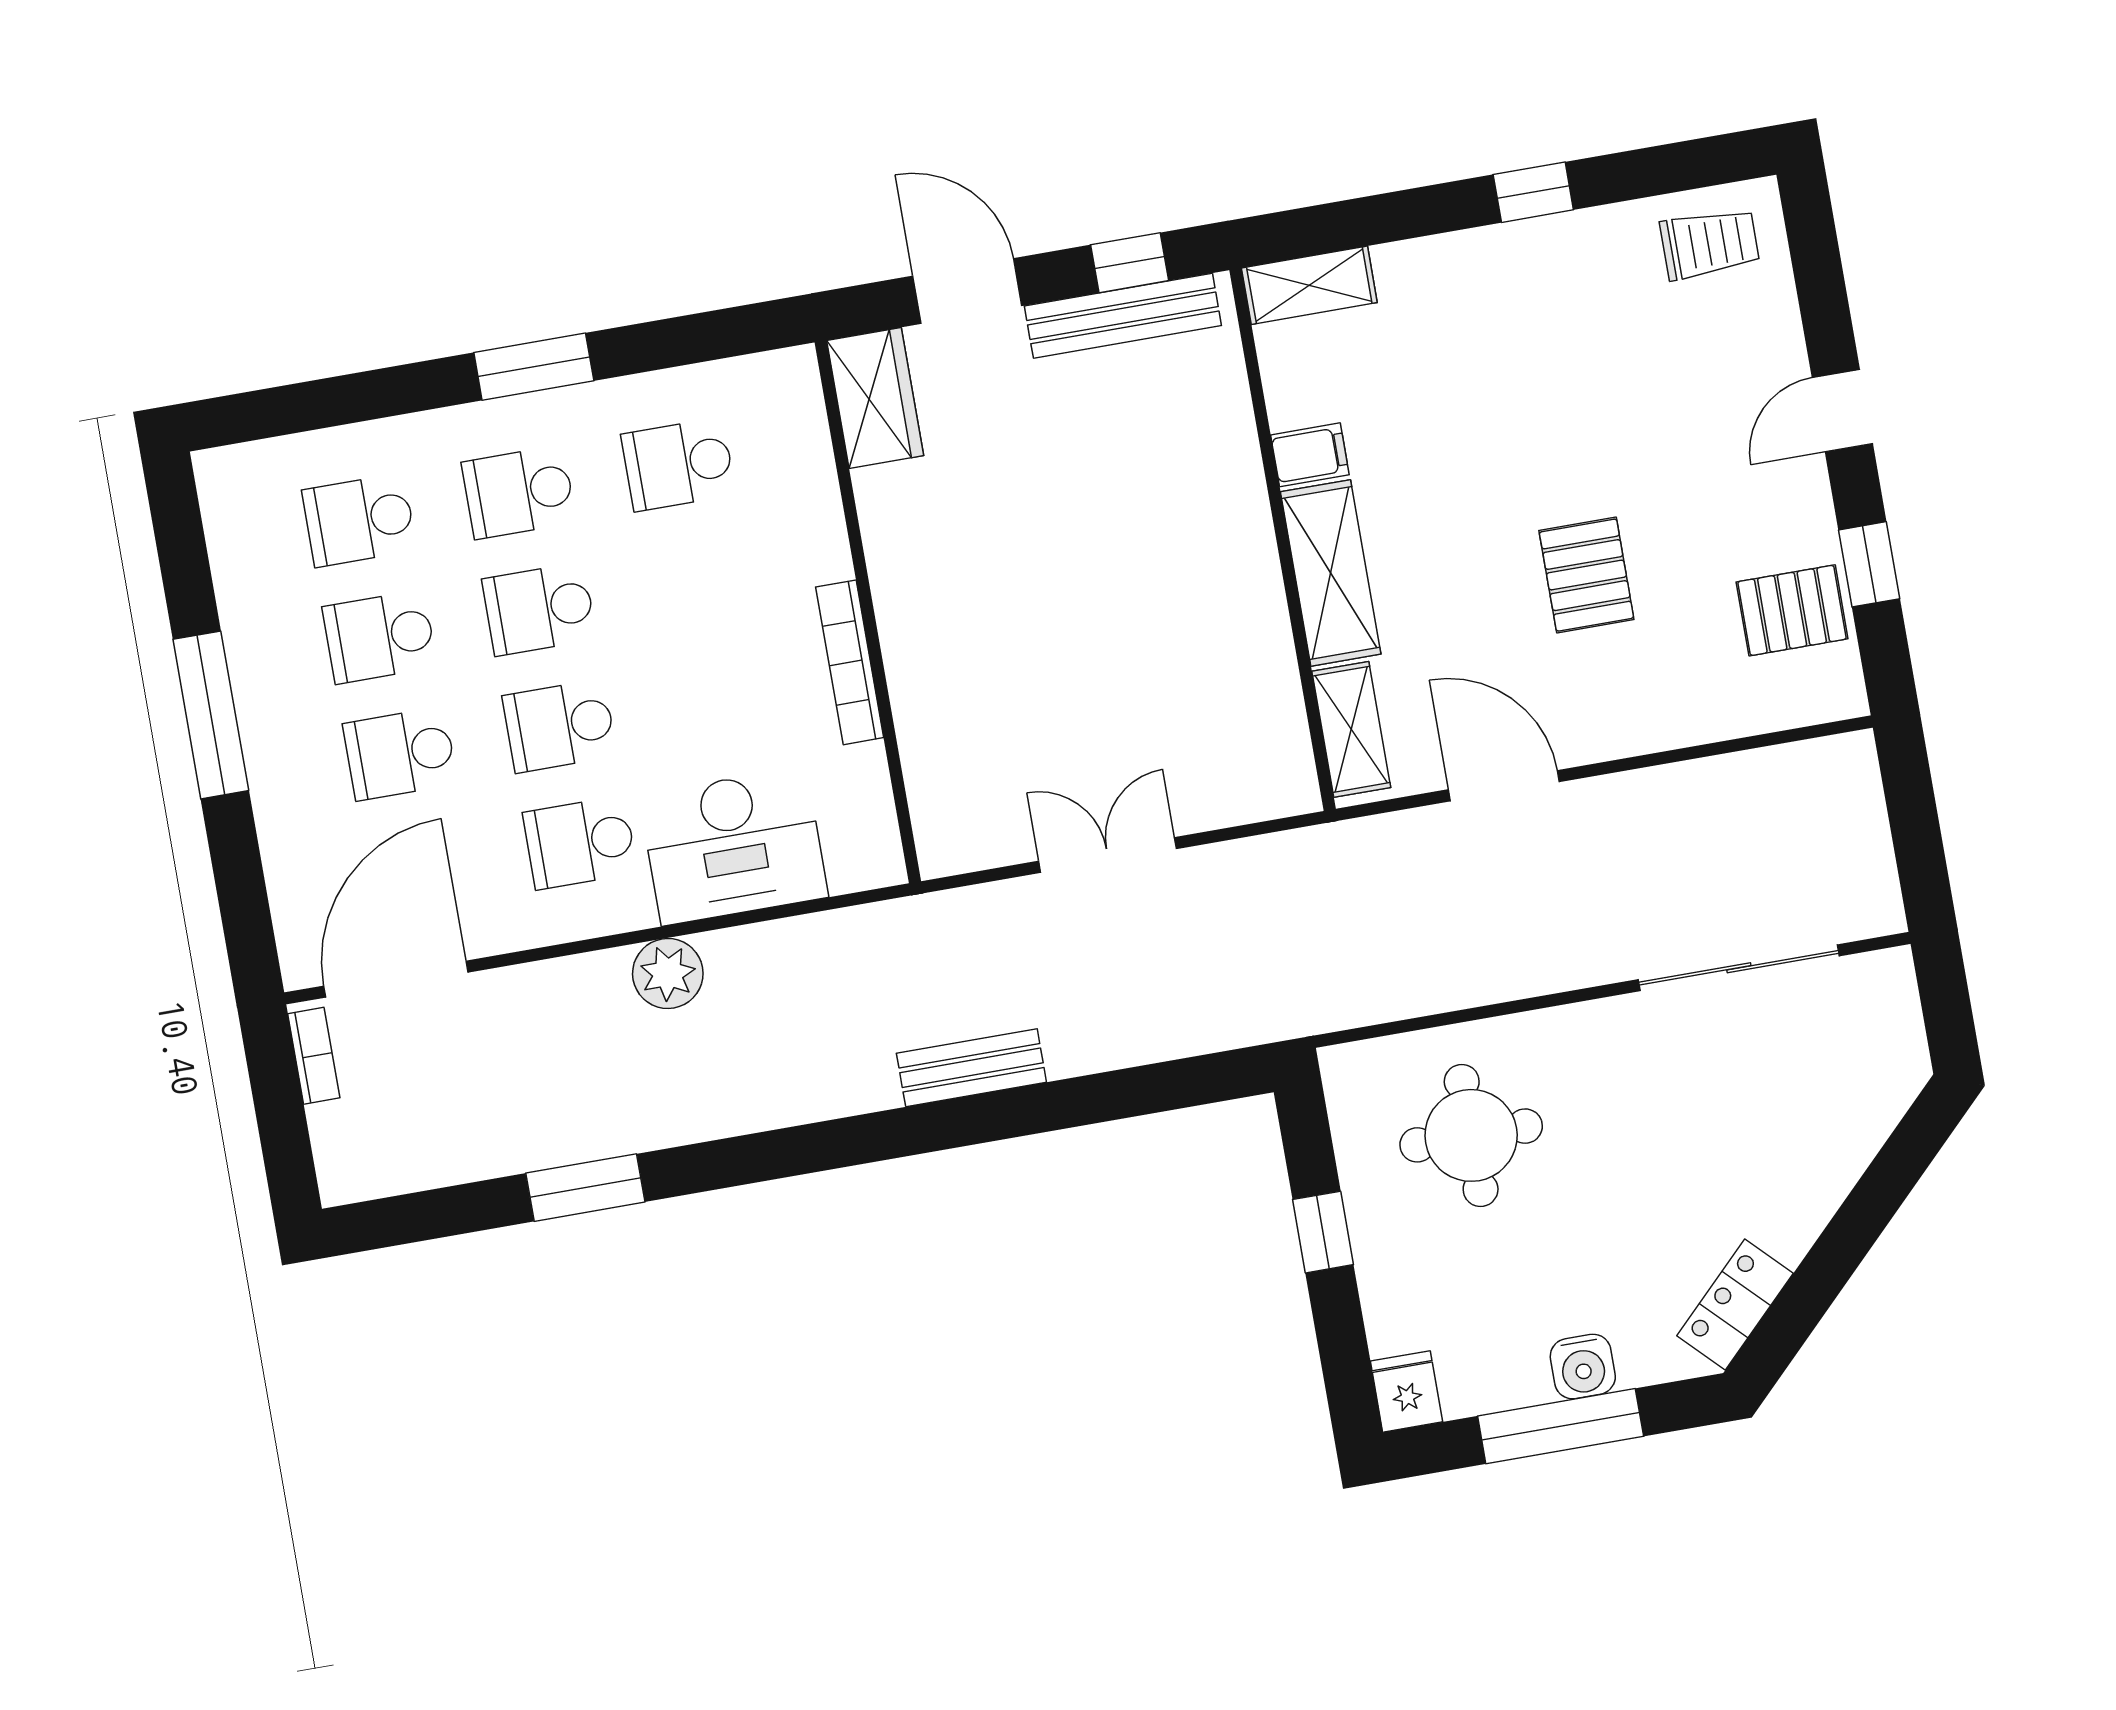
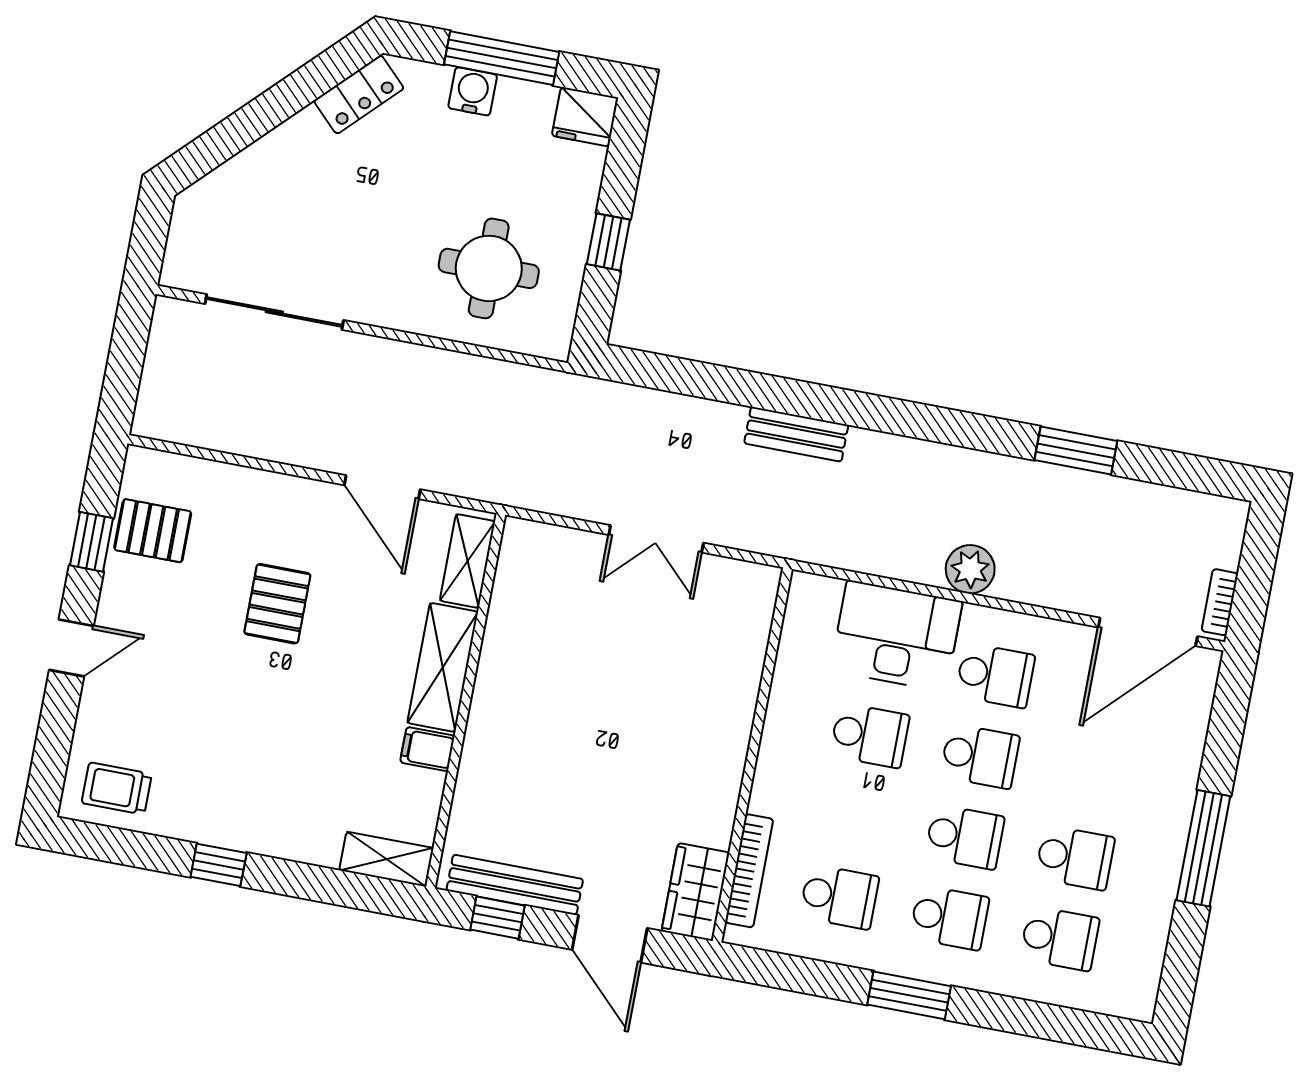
bookcase: (850, 662) -> (749, 871), moved
school desk: (400, 754) -> (870, 735), moved
fridge: (1406, 1391) -> (585, 117), width x1.38

